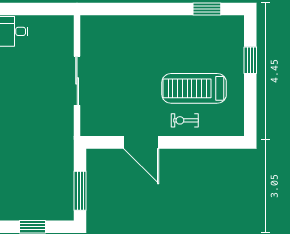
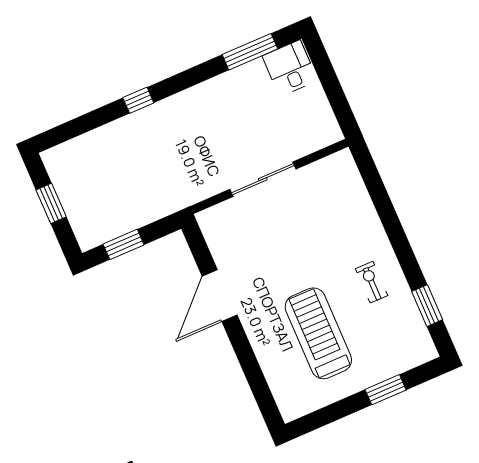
exercise bike: (185, 120) -> (372, 282), moved
window: (80, 191) -> (124, 244), width x0.69

